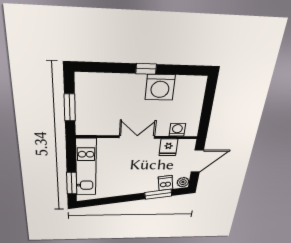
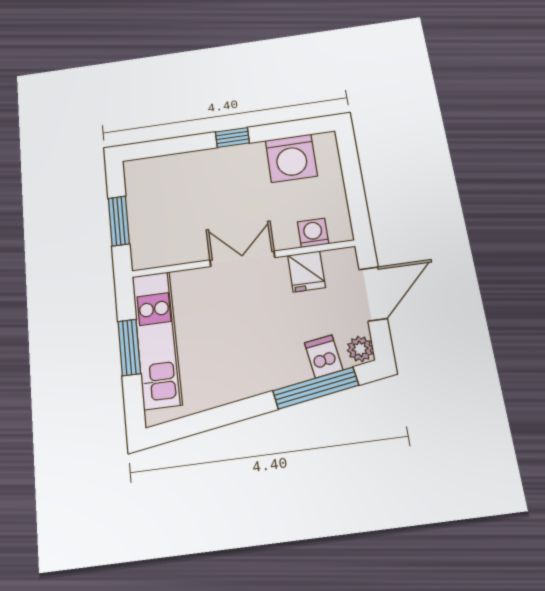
washing machine: (160, 87) -> (291, 158), moved
window: (72, 183) -> (129, 347), moved
window: (158, 194) -> (316, 388), width x1.44

